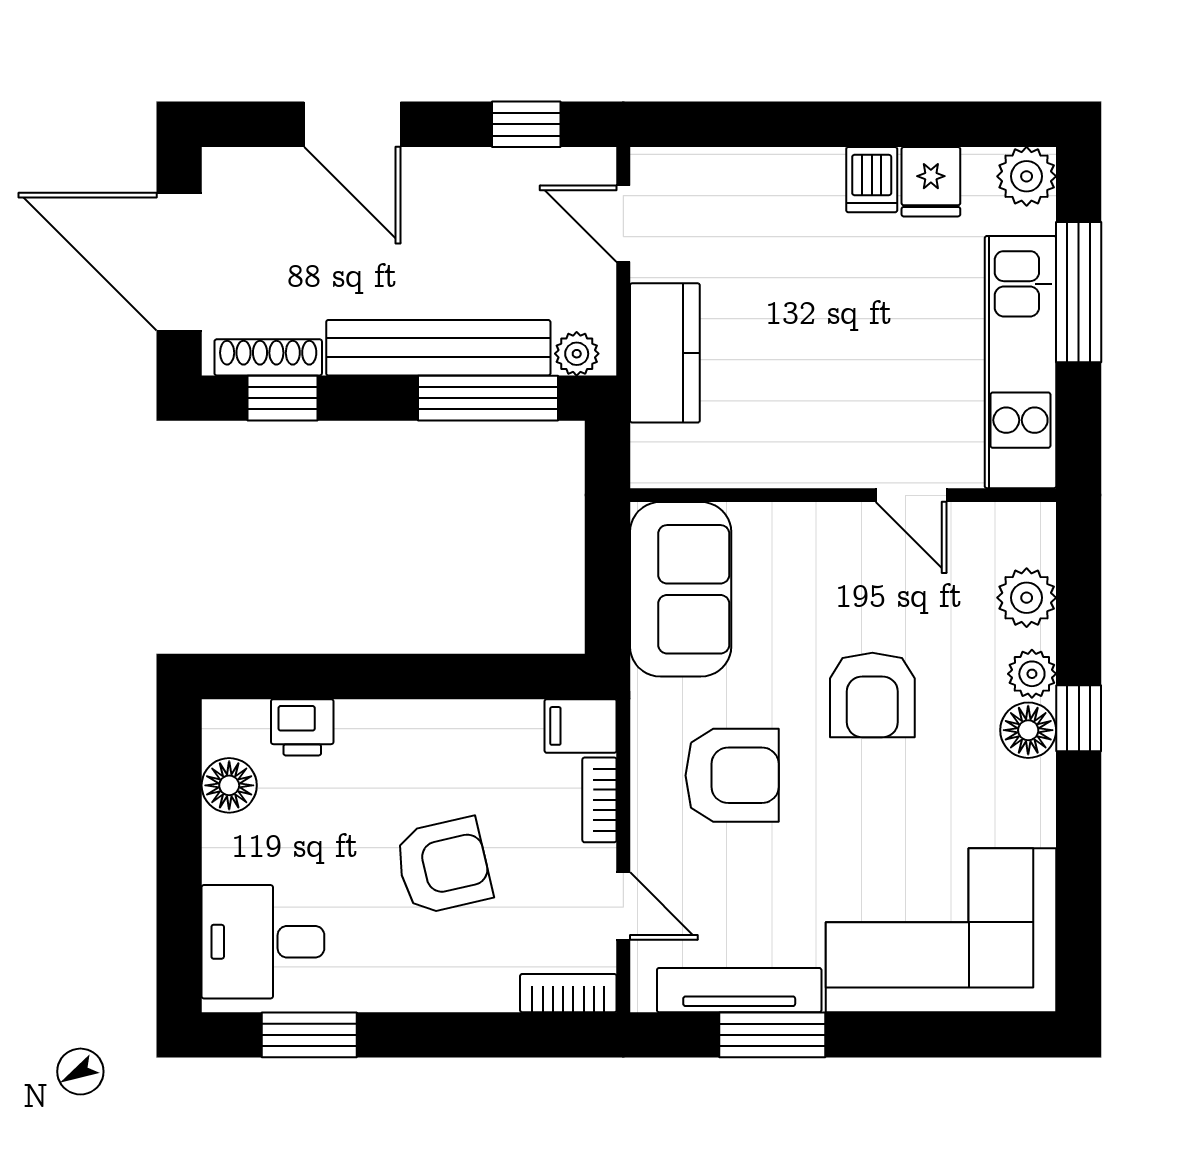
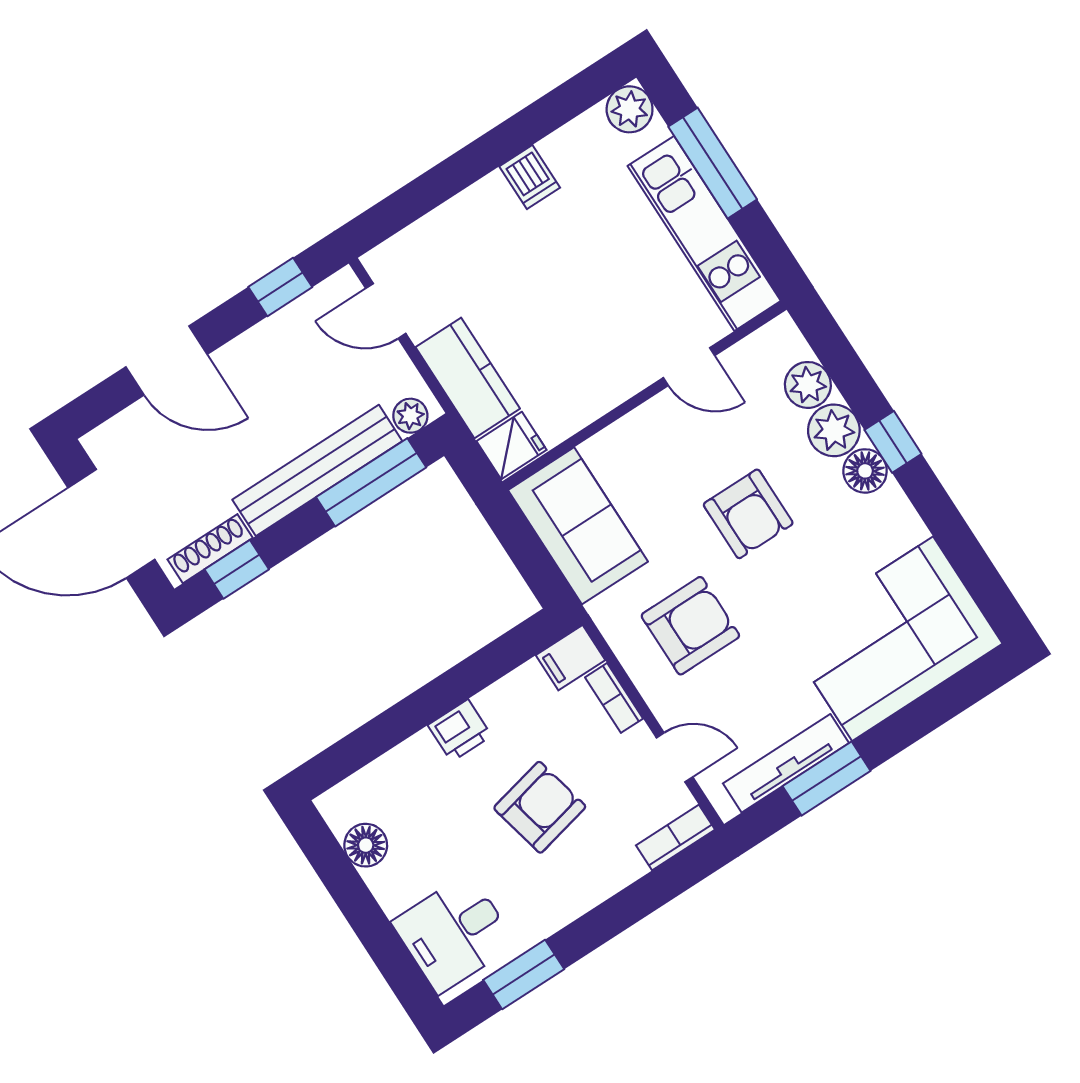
fridge: (931, 182) -> (512, 446), moved, turned -90
plant: (1032, 674) -> (834, 430), width x1.38, depth x1.38
printer: (302, 727) -> (460, 730), moved

